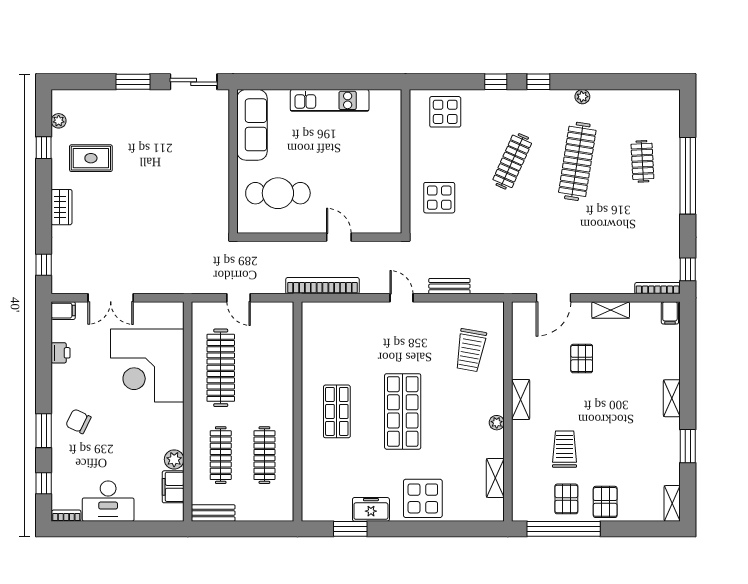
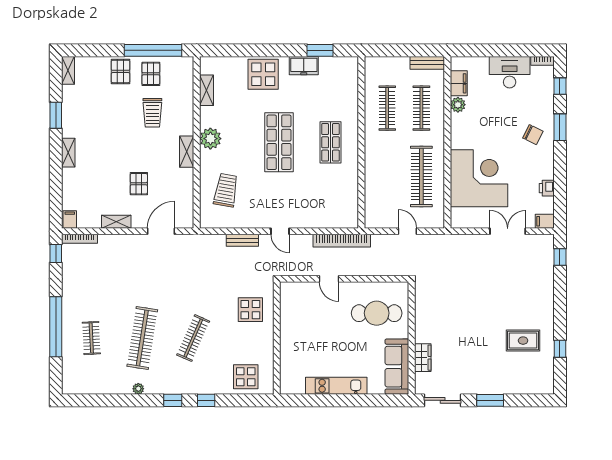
plant: (59, 121) -> (548, 370), removed
wardrobe: (62, 207) -> (423, 358), moved, turned 180
plant: (497, 423) -> (210, 139), width x1.88, depth x1.88

